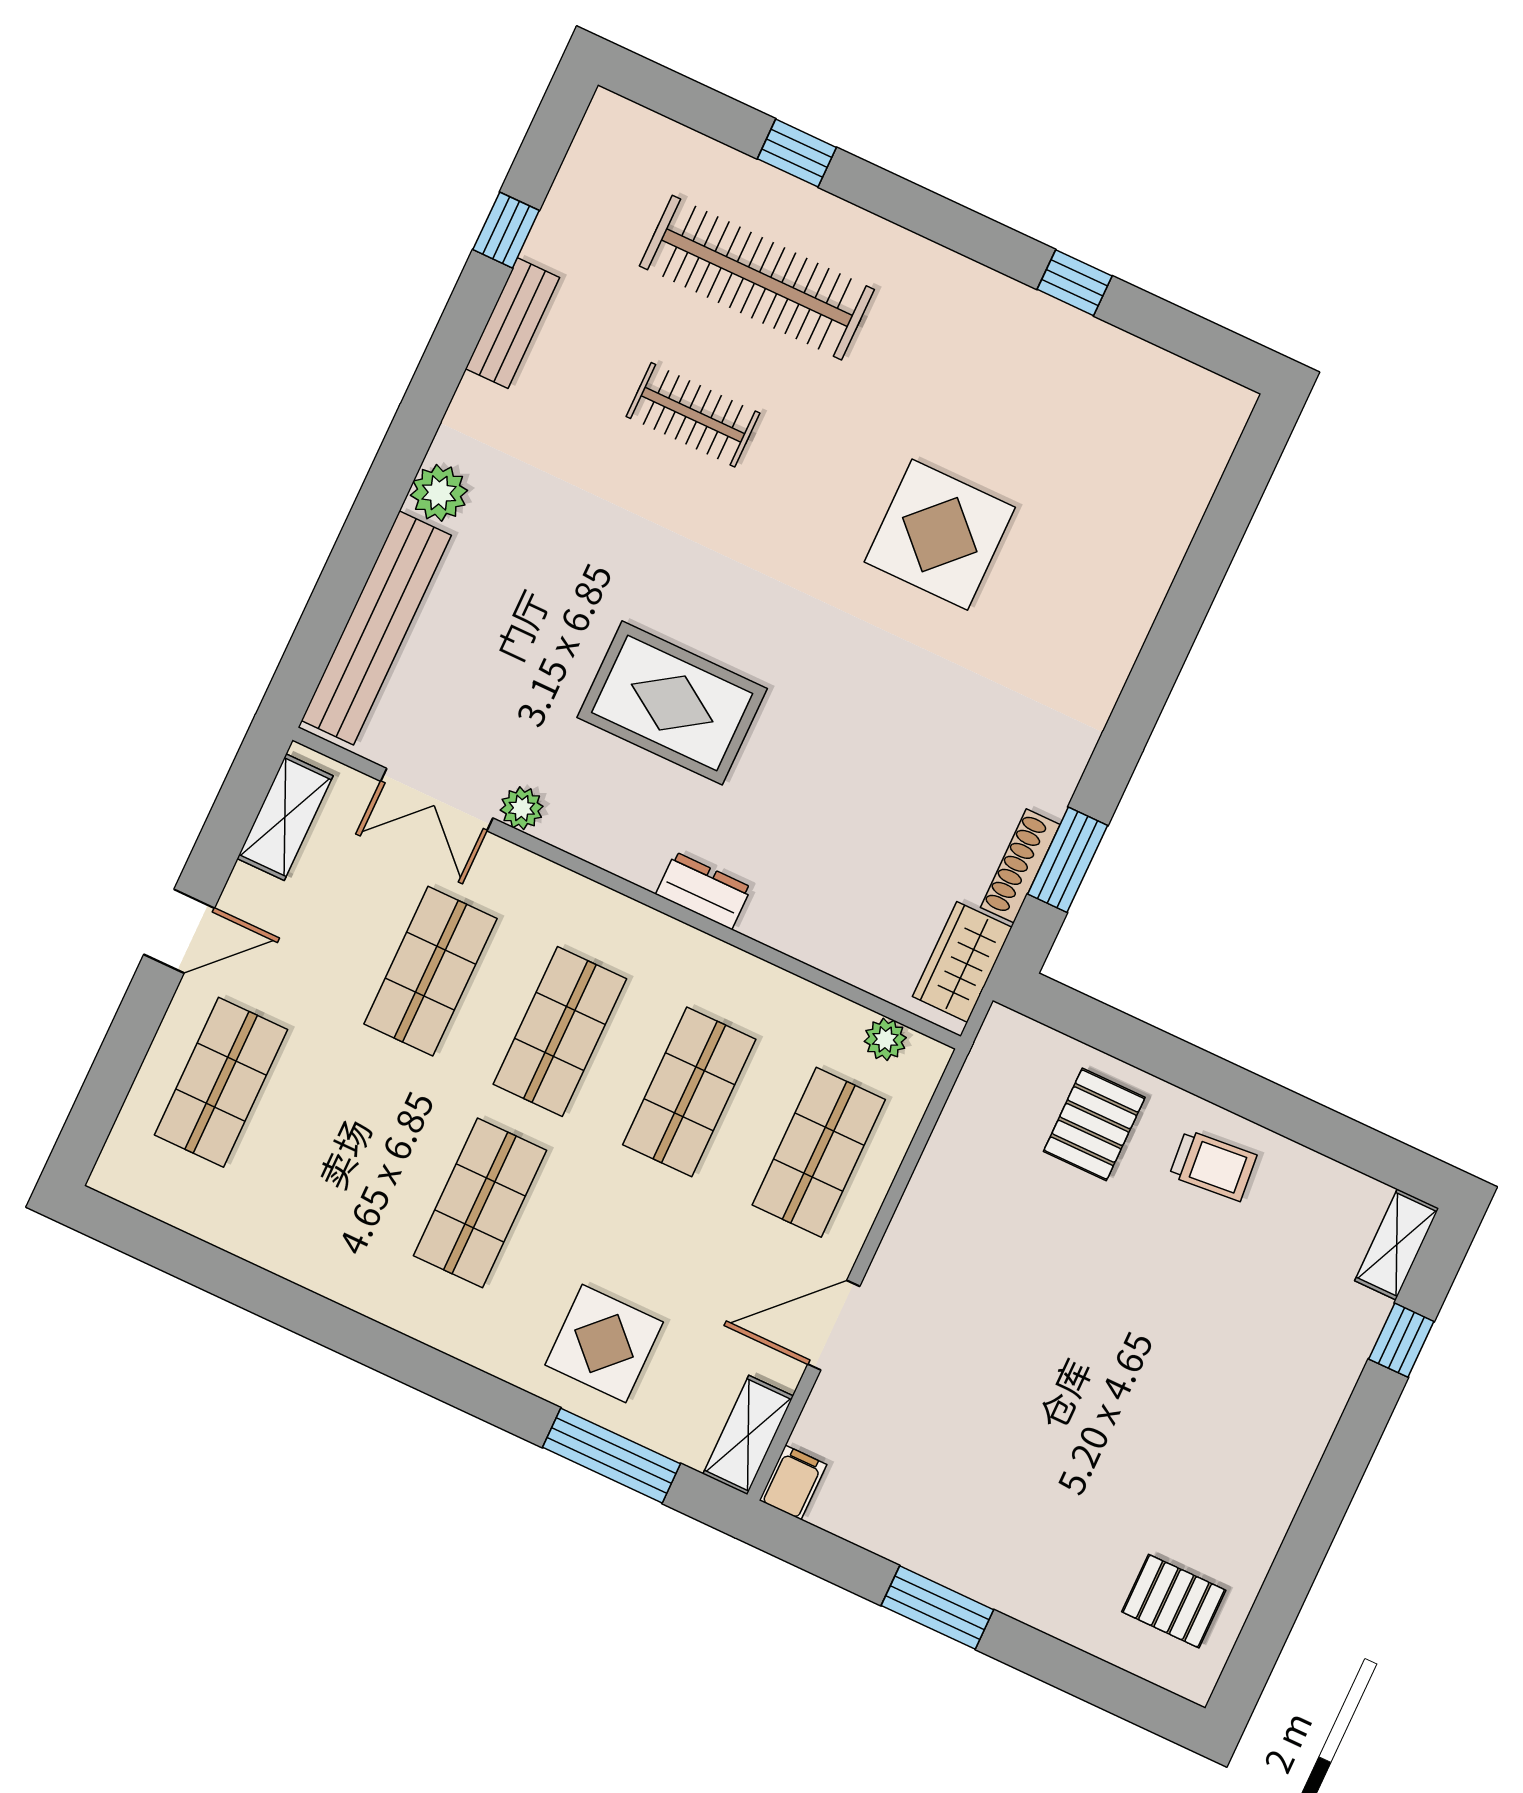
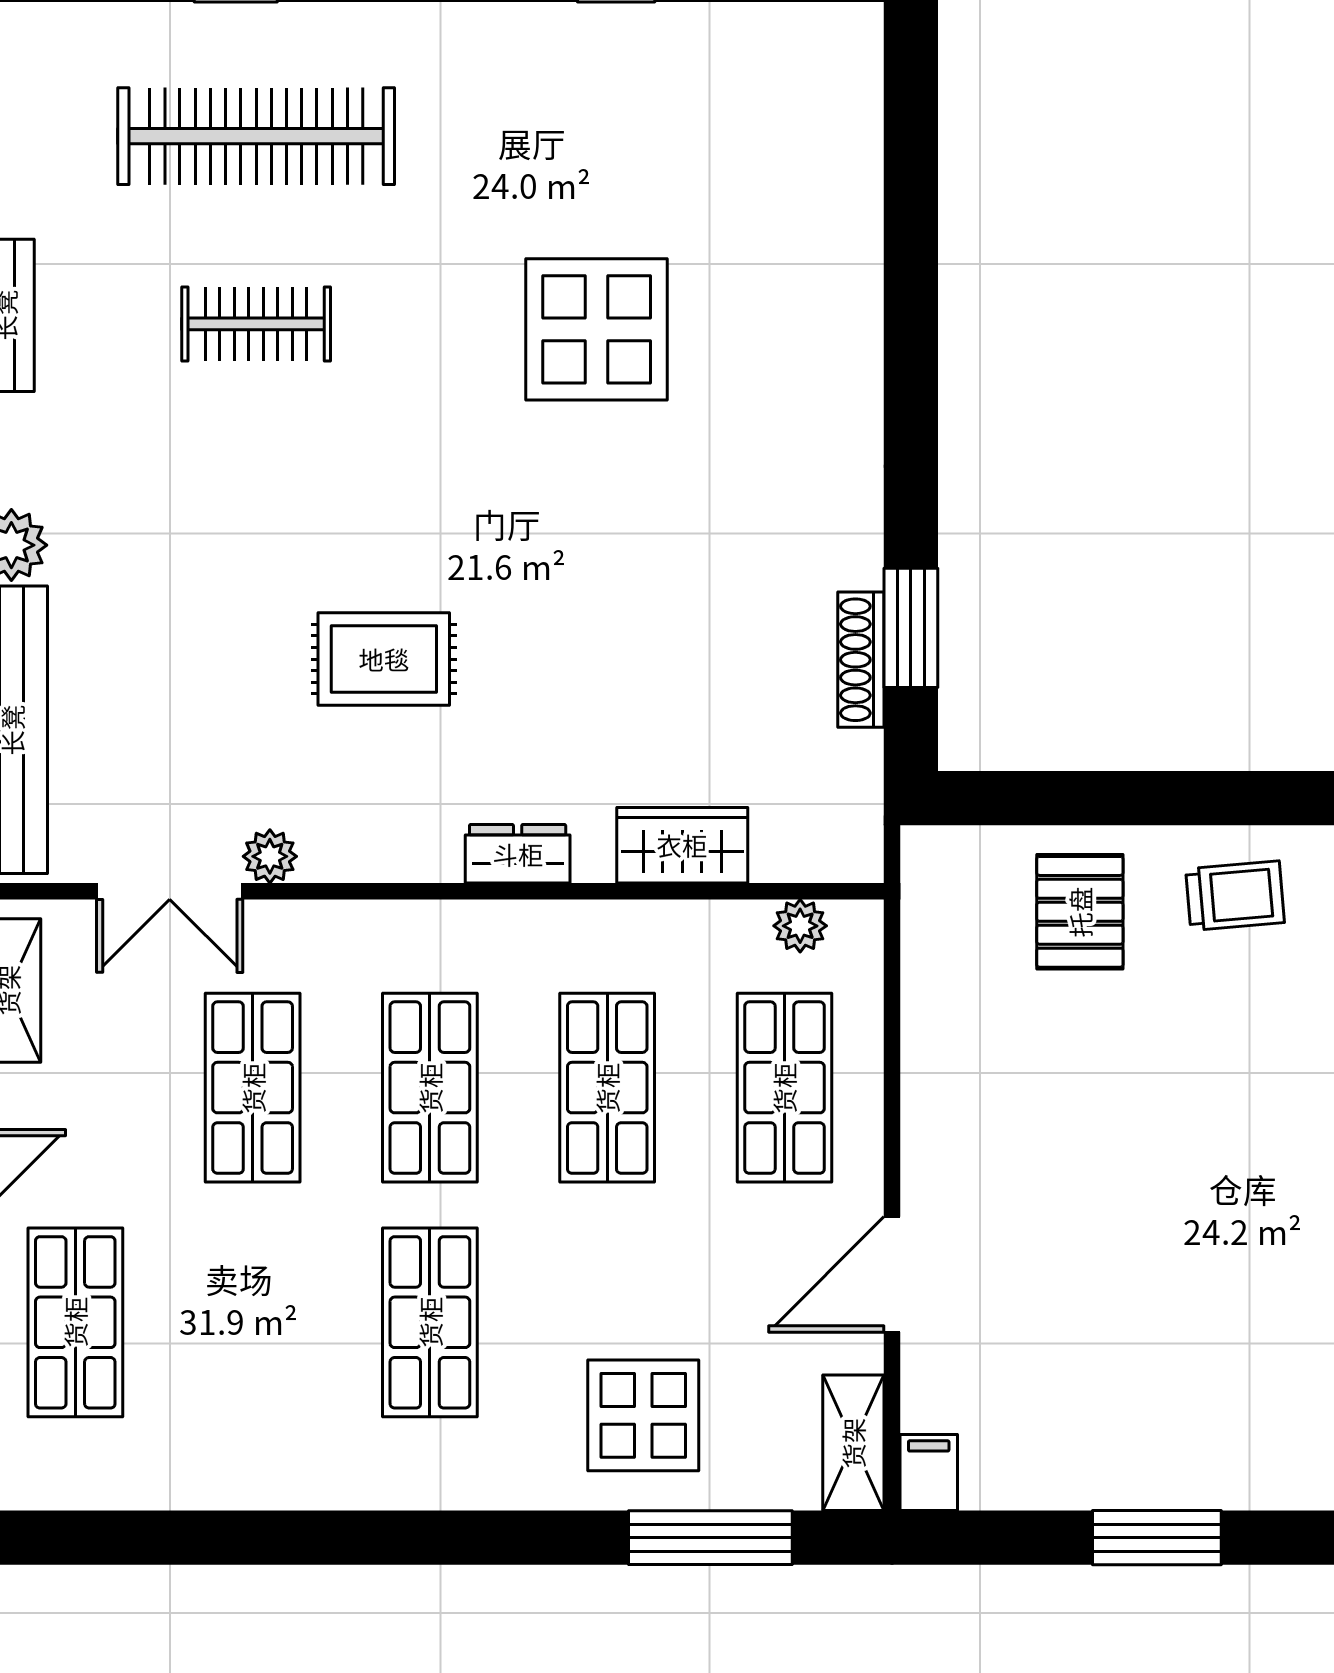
rug: (672, 703) -> (384, 659), width x0.73, depth x0.70
wardrobe: (962, 962) -> (682, 845), moved, turned 90

